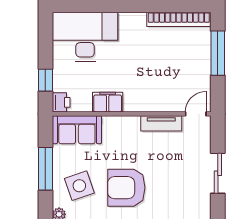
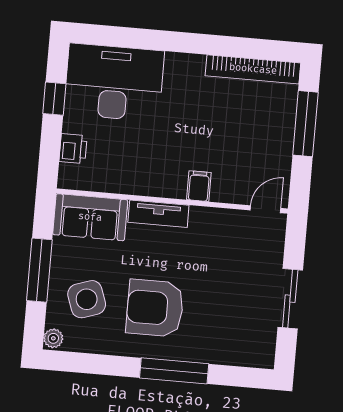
window: (45, 80) -> (54, 99), moved
printer: (61, 102) -> (73, 149), moved
filing cabinet: (108, 102) -> (199, 186), moved, width x0.50
tv unit: (161, 123) -> (158, 214), moved

